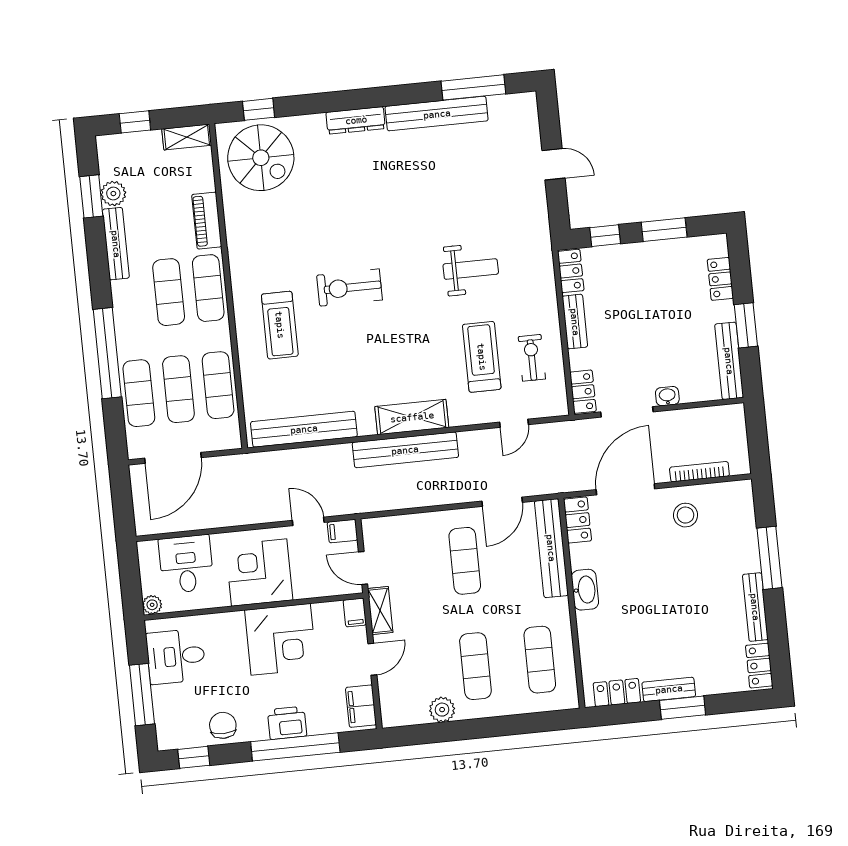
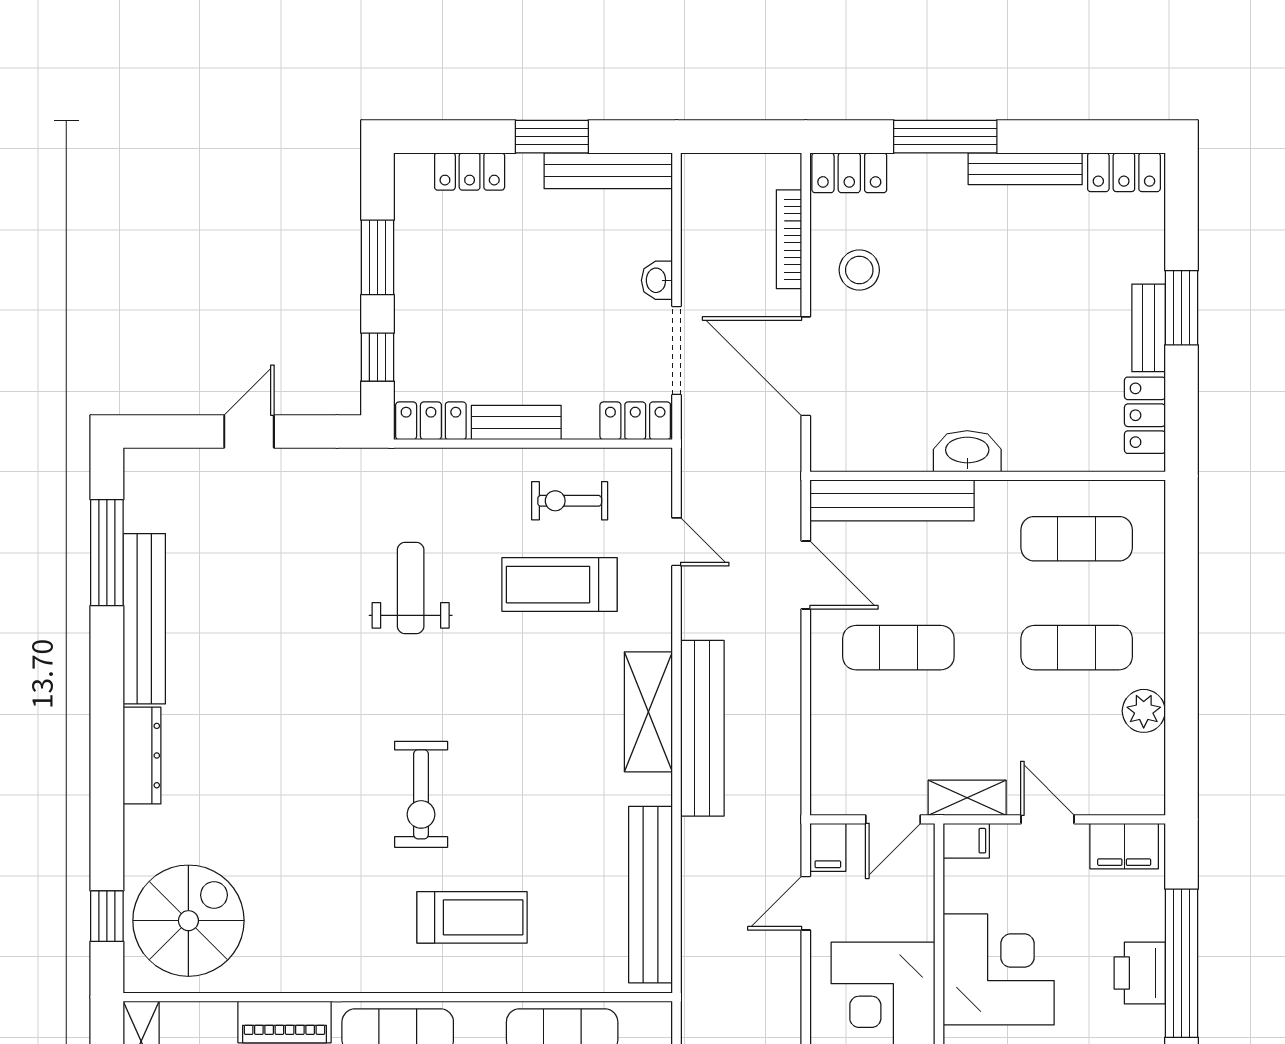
locker: (577, 520) -> (849, 173), moved, turned 180

